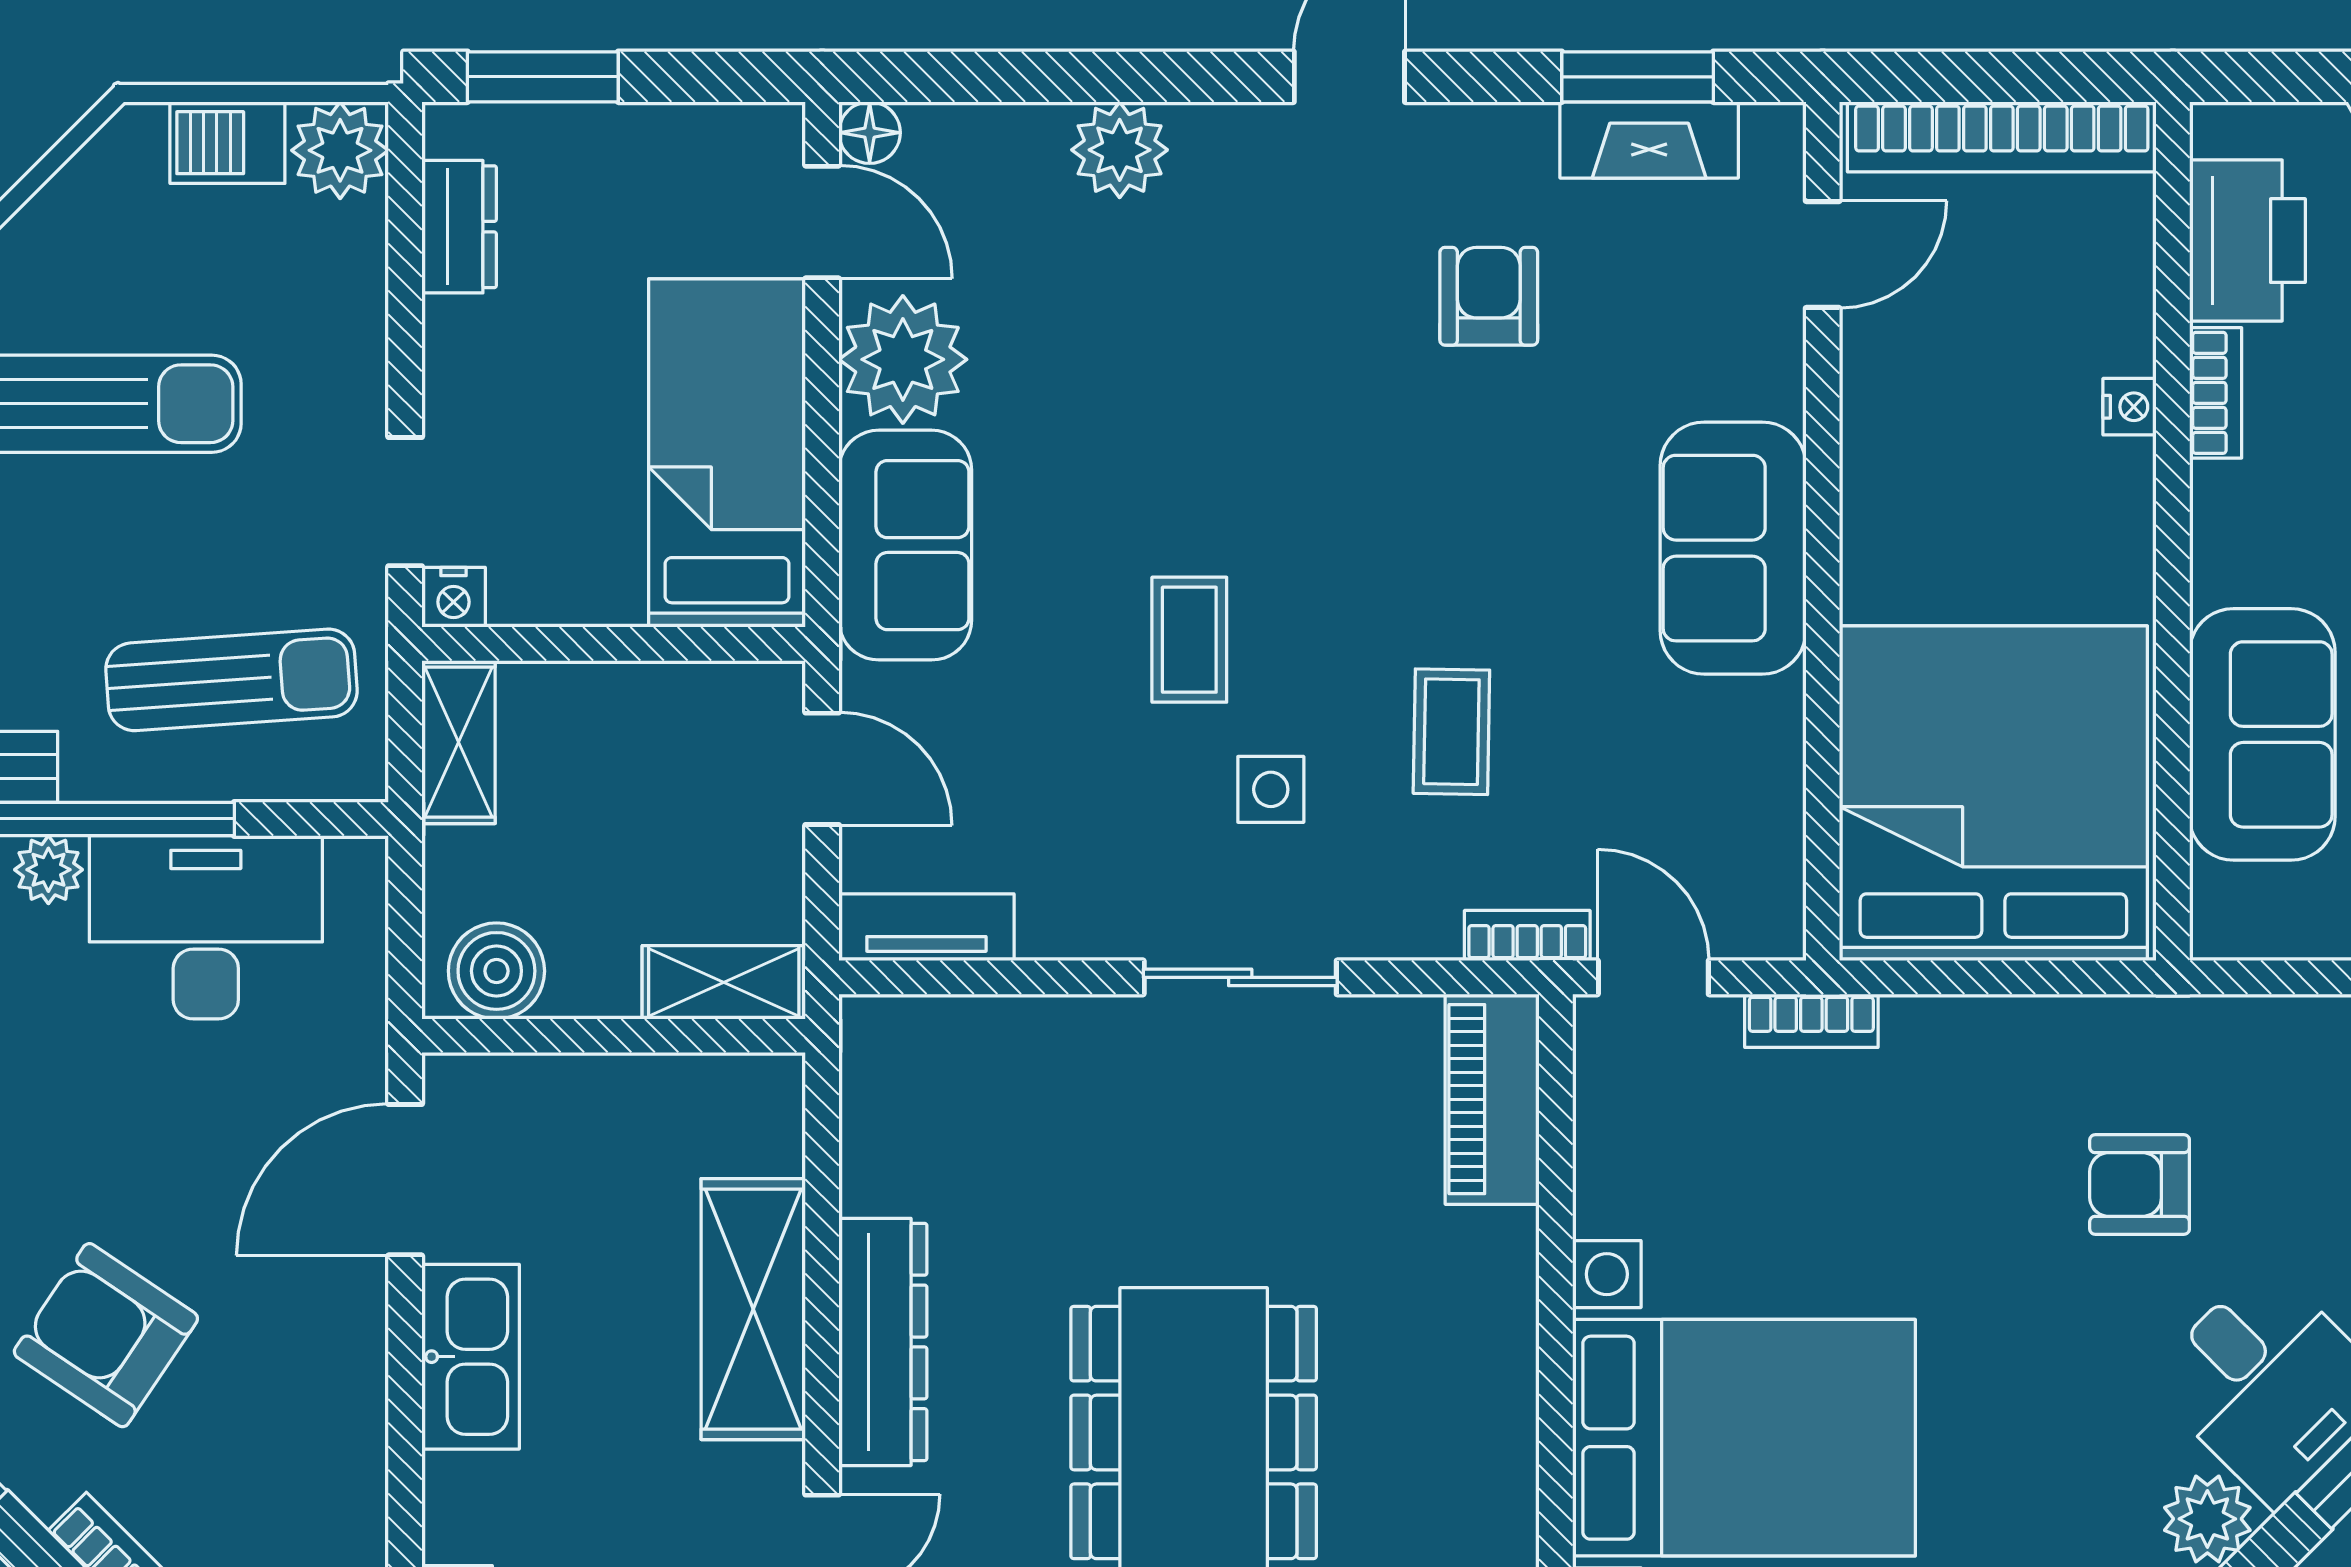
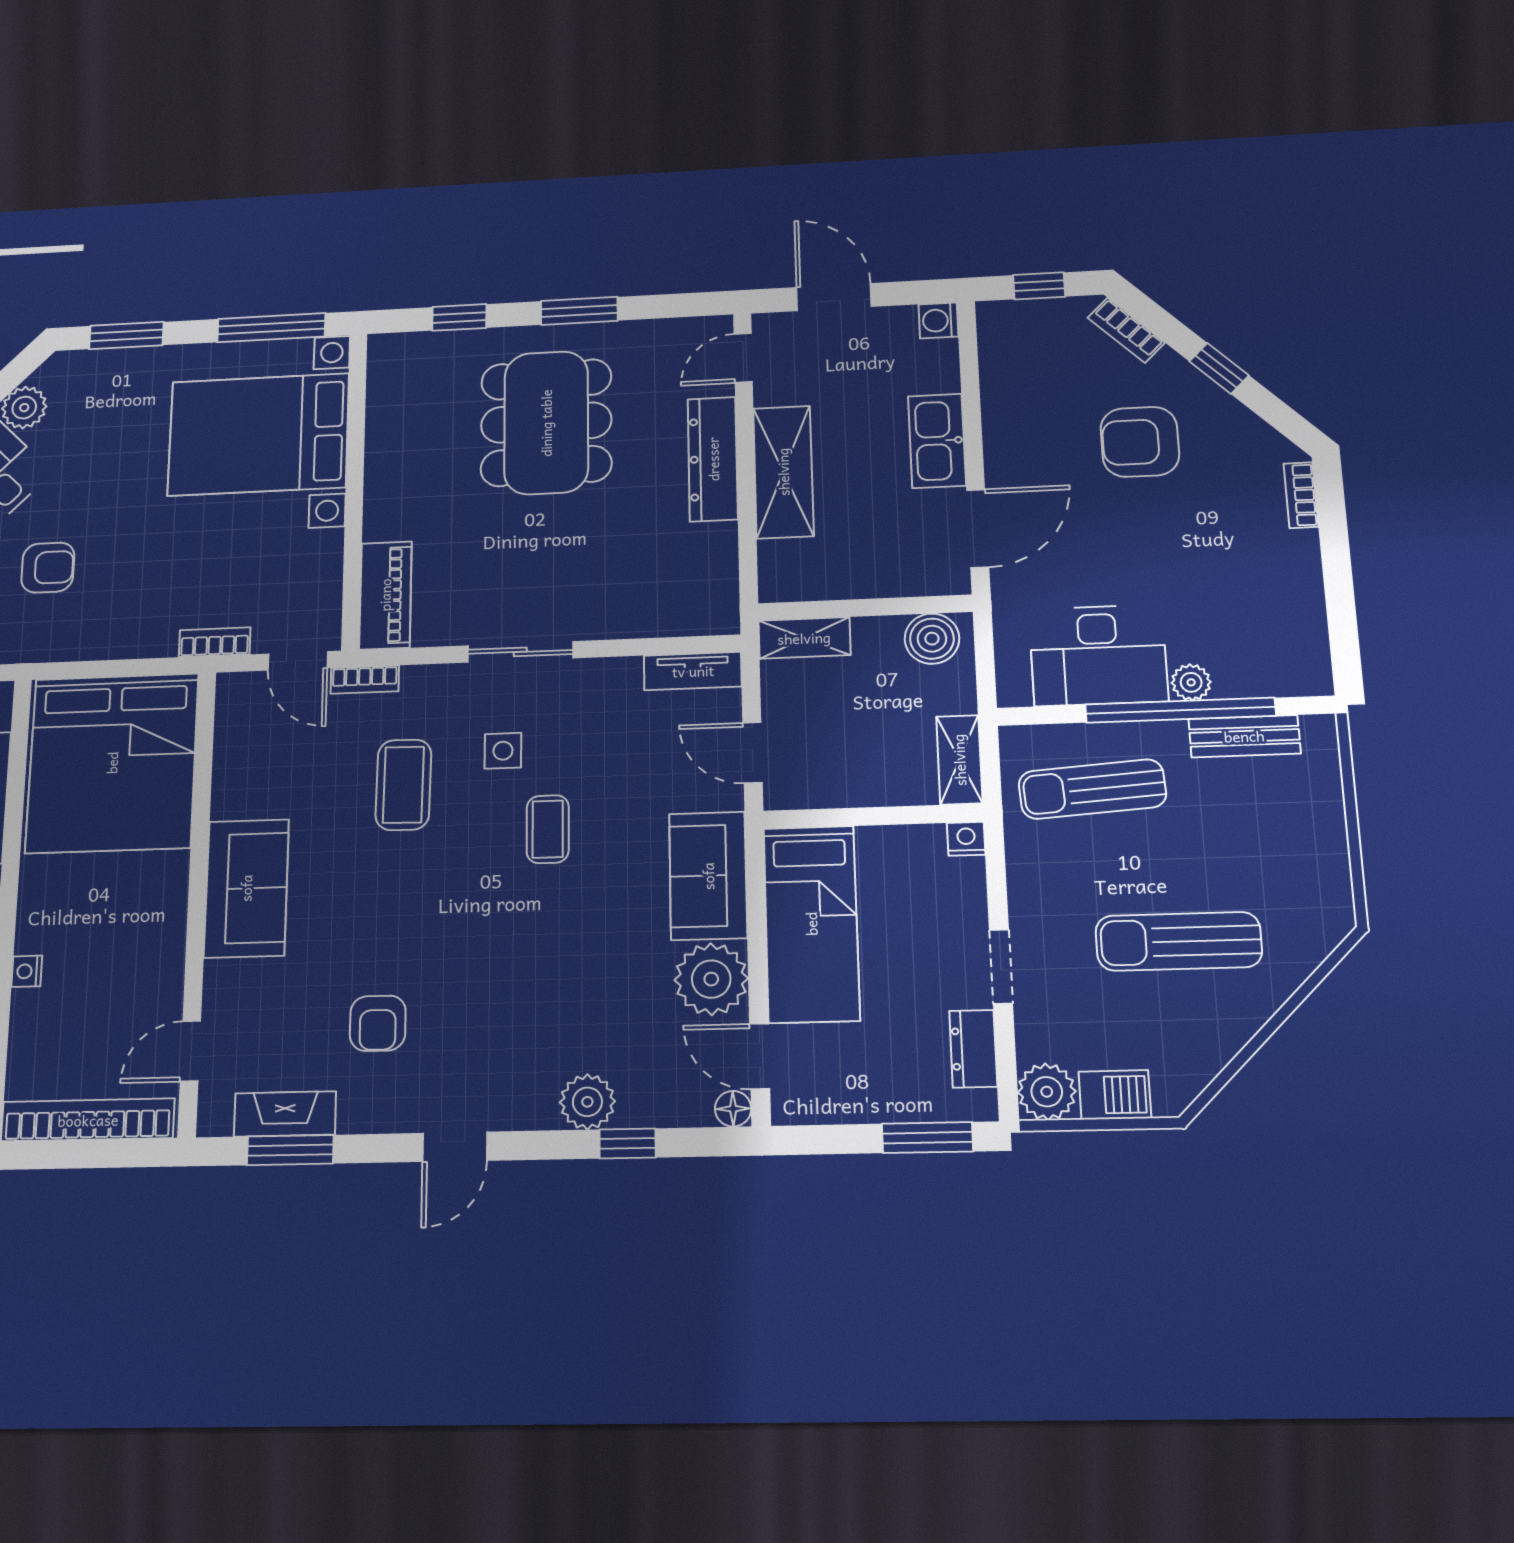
window: (1051, 77) -> (628, 1143), added
doorway: (405, 502) -> (1001, 967), moved
coffee table: (1451, 732) -> (403, 785), width x1.36, depth x1.30
armchair: (106, 1335) -> (1140, 442), turned 146

